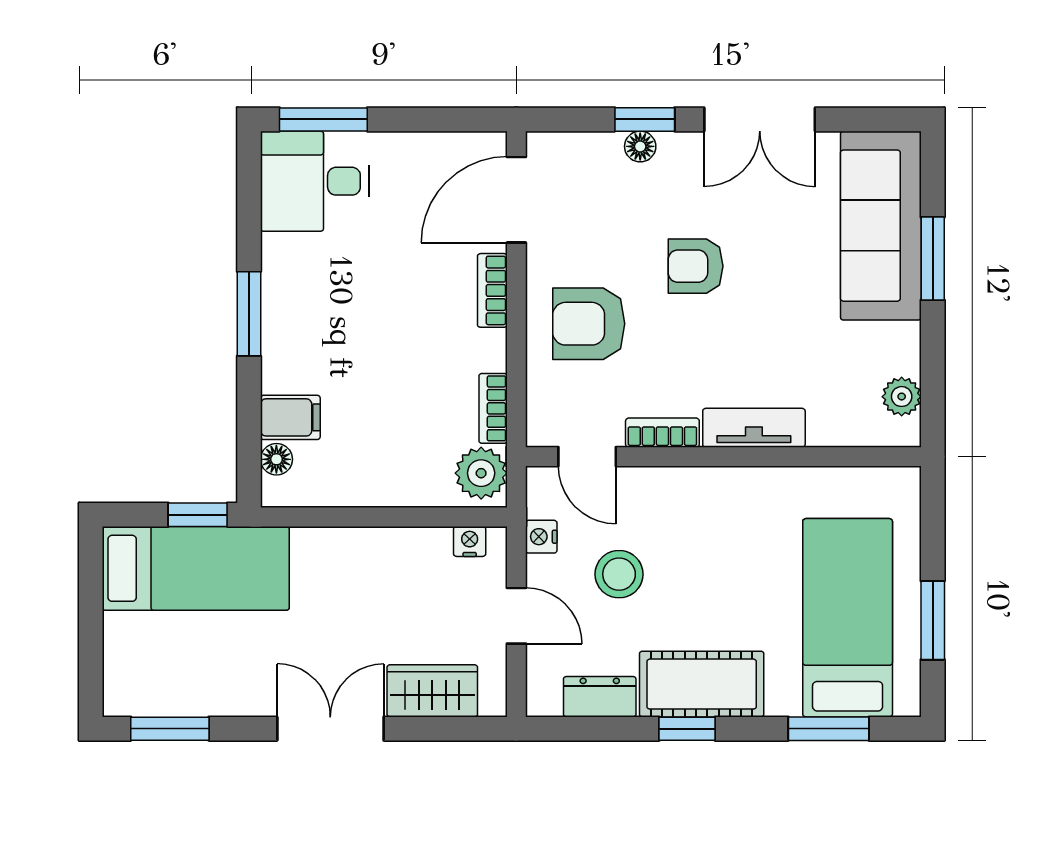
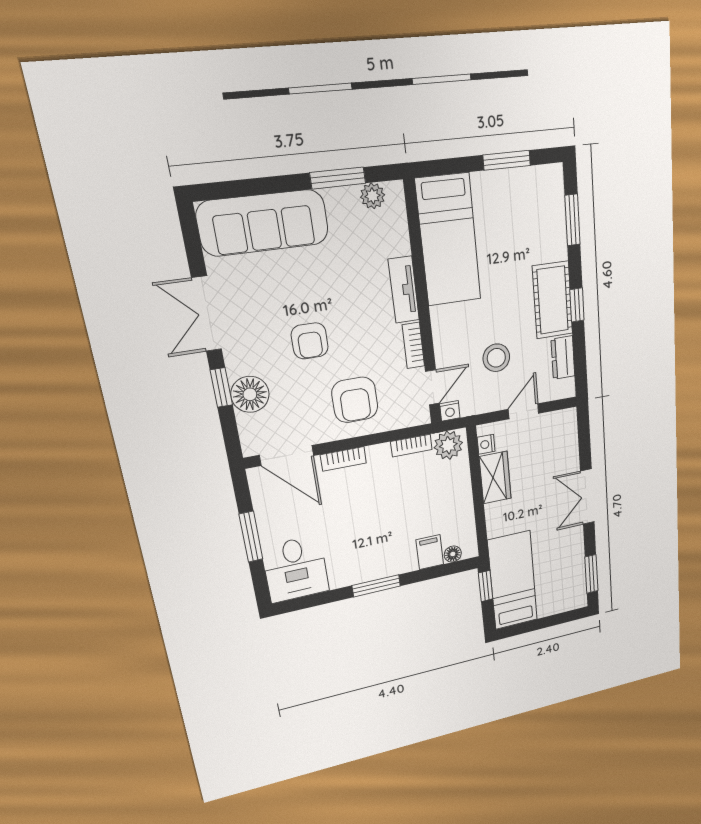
window: (323, 119) -> (251, 537), moved
double door: (760, 119) -> (207, 314), swing flipped
floor lamp: (640, 146) -> (250, 394), width x1.89, depth x1.89
window: (933, 259) -> (338, 178), moved
nightstand: (541, 537) -> (450, 411), moved
bed: (848, 618) -> (448, 240), moved, turned -90
wardrobe: (432, 691) -> (495, 478), moved, turned 180

